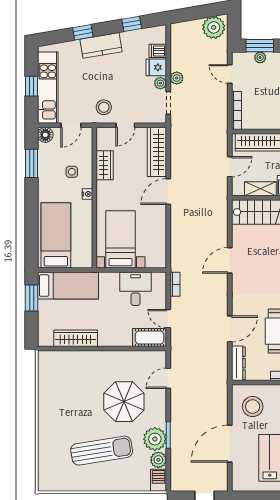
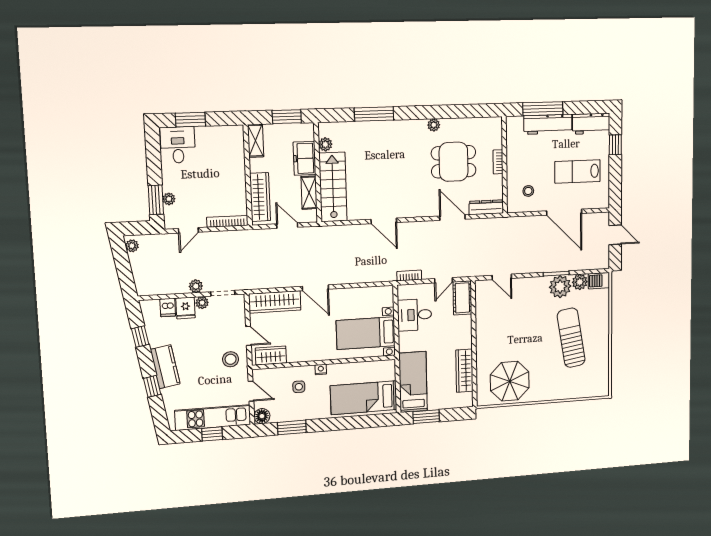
plant: (214, 27) -> (132, 246), width x0.53, depth x0.53
wardrobe: (105, 165) -> (271, 356), moved
parasol: (124, 402) -> (510, 381), moved
stool: (253, 407) -> (528, 191), width x0.53, depth x0.53

